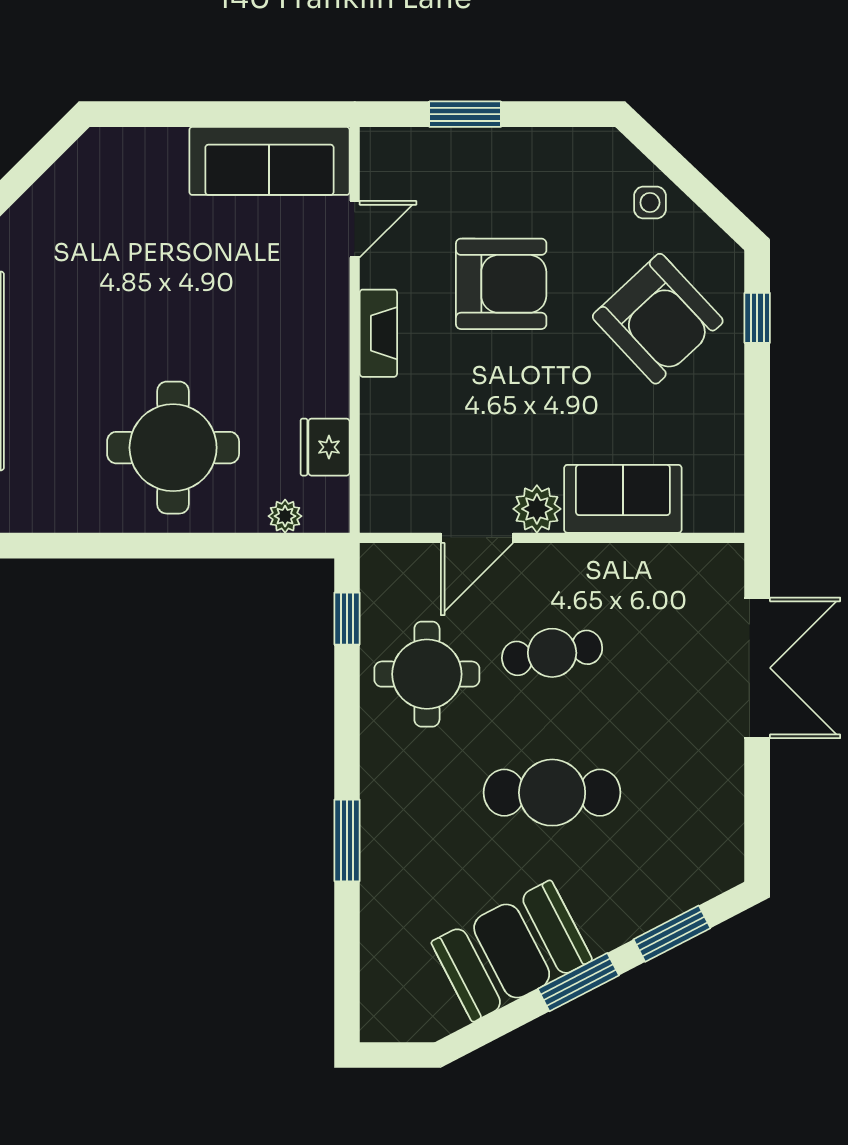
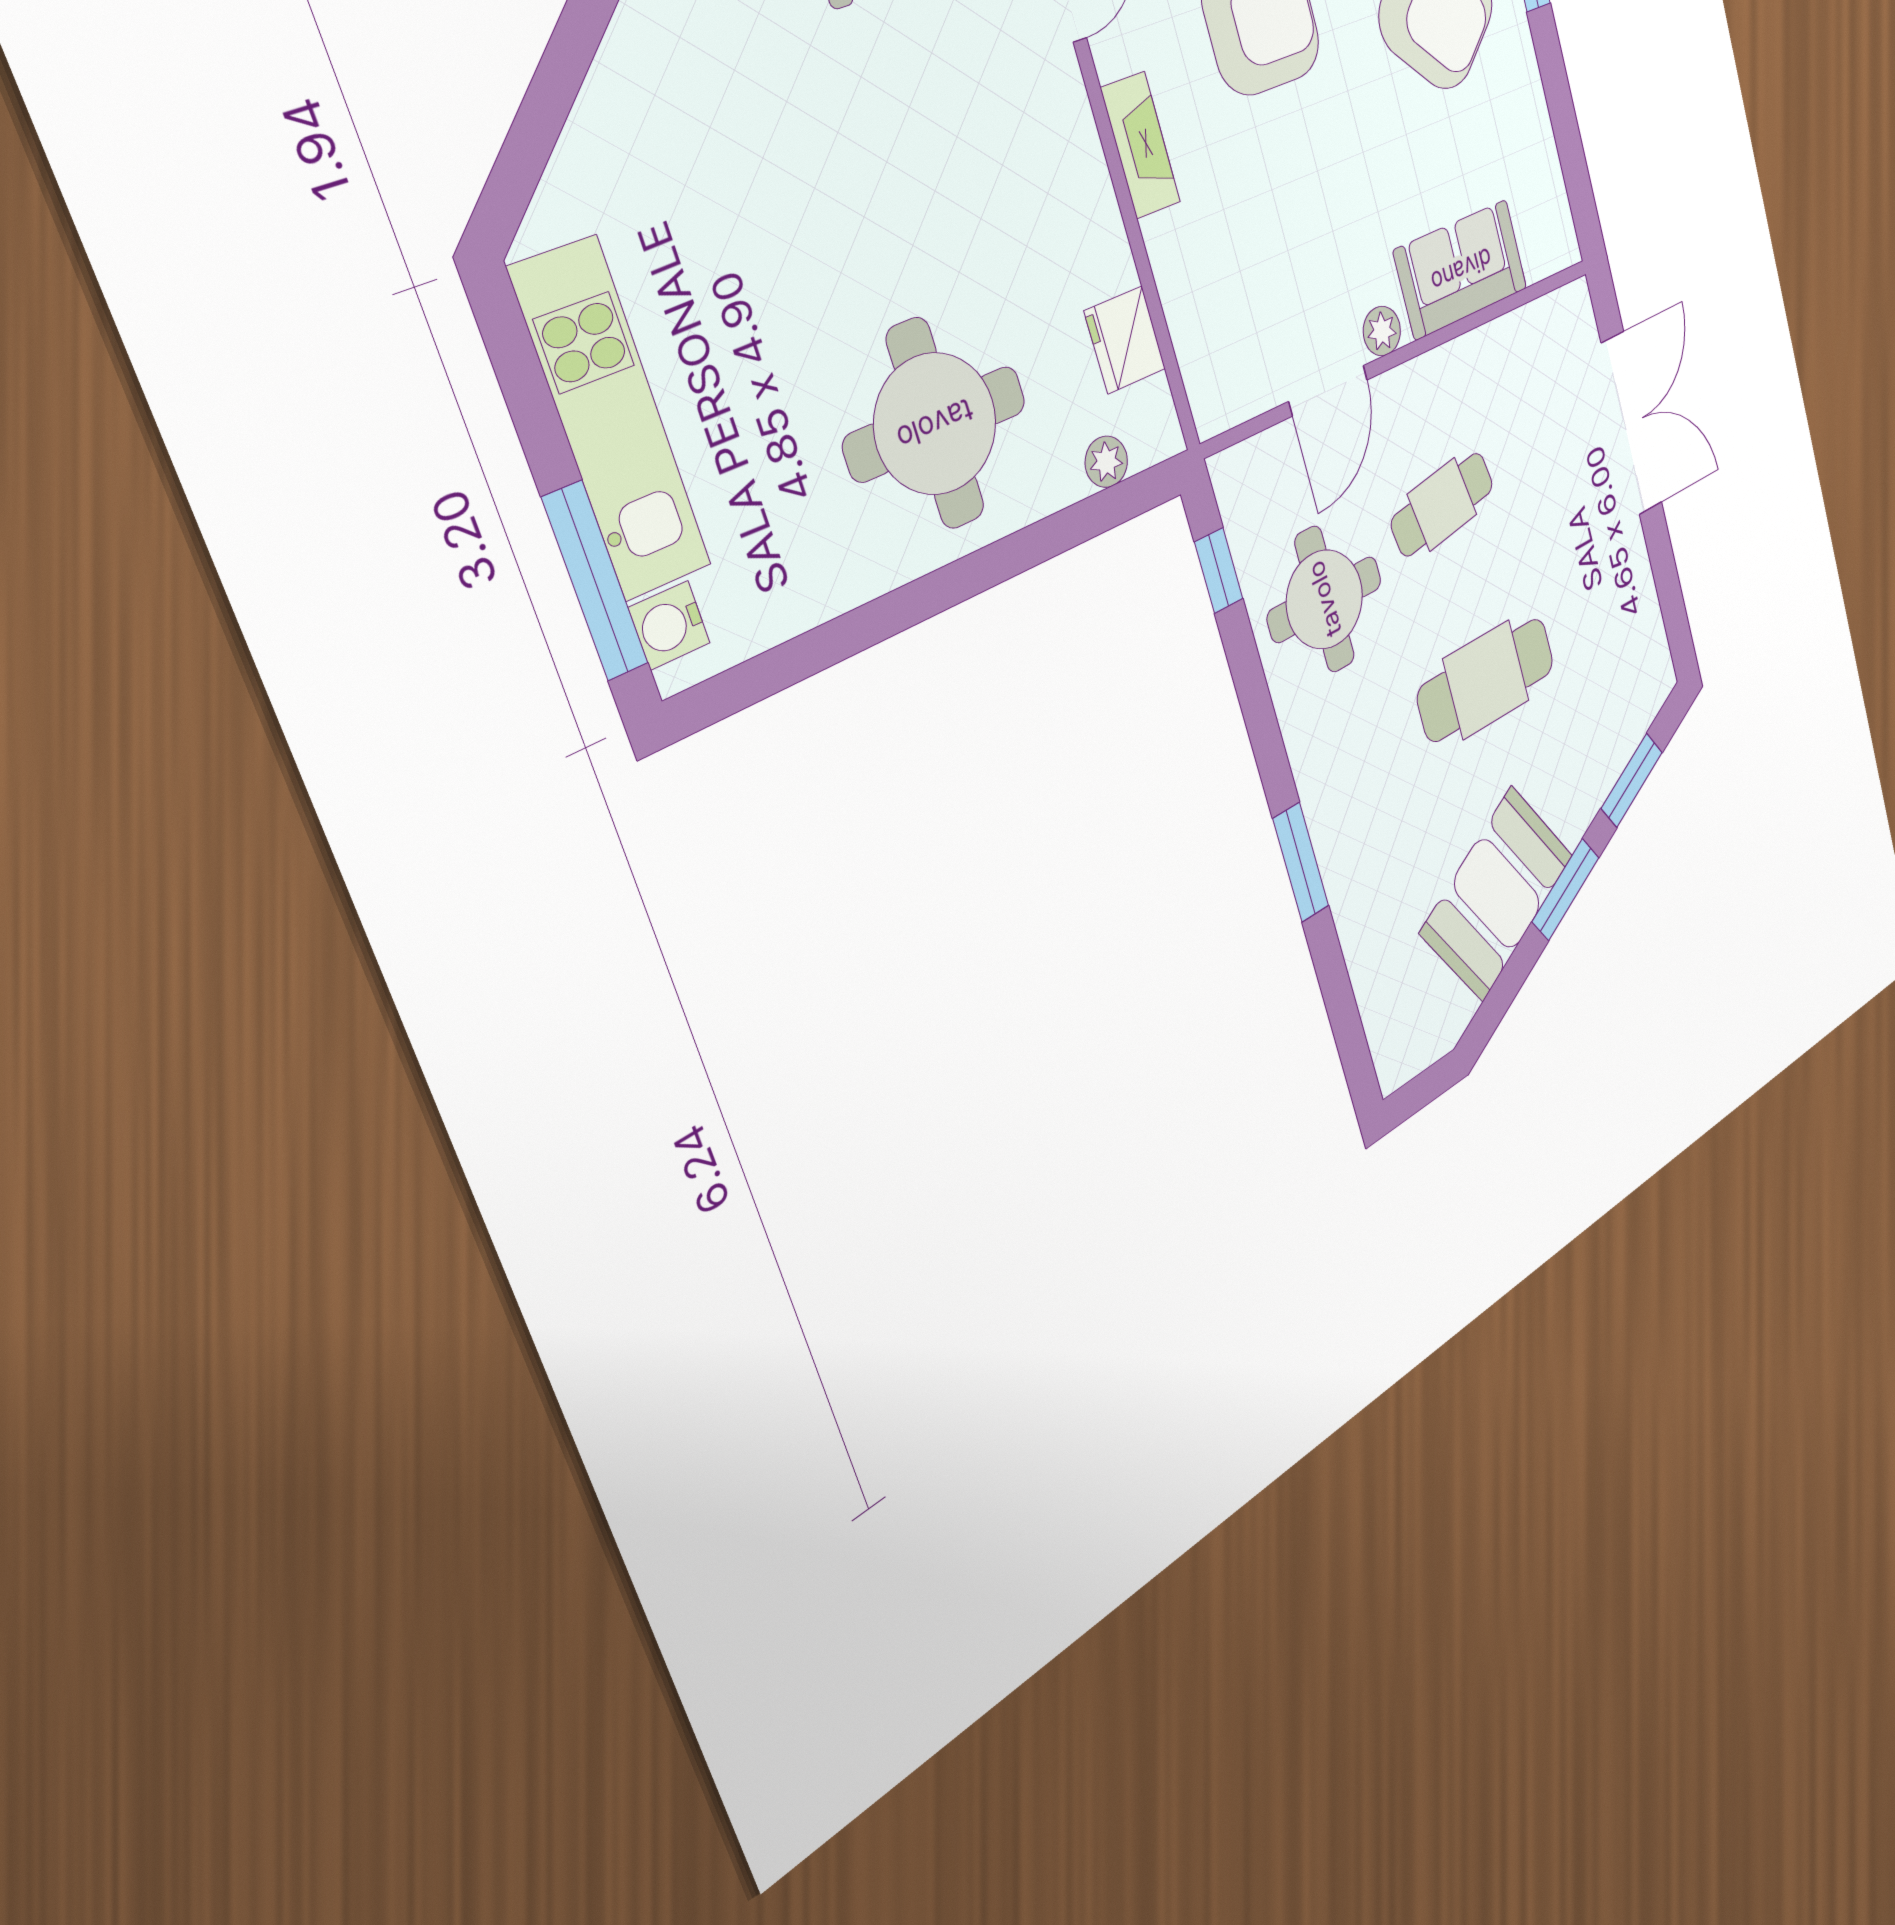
plant: (537, 509) -> (1382, 331), width x0.73, depth x0.73

